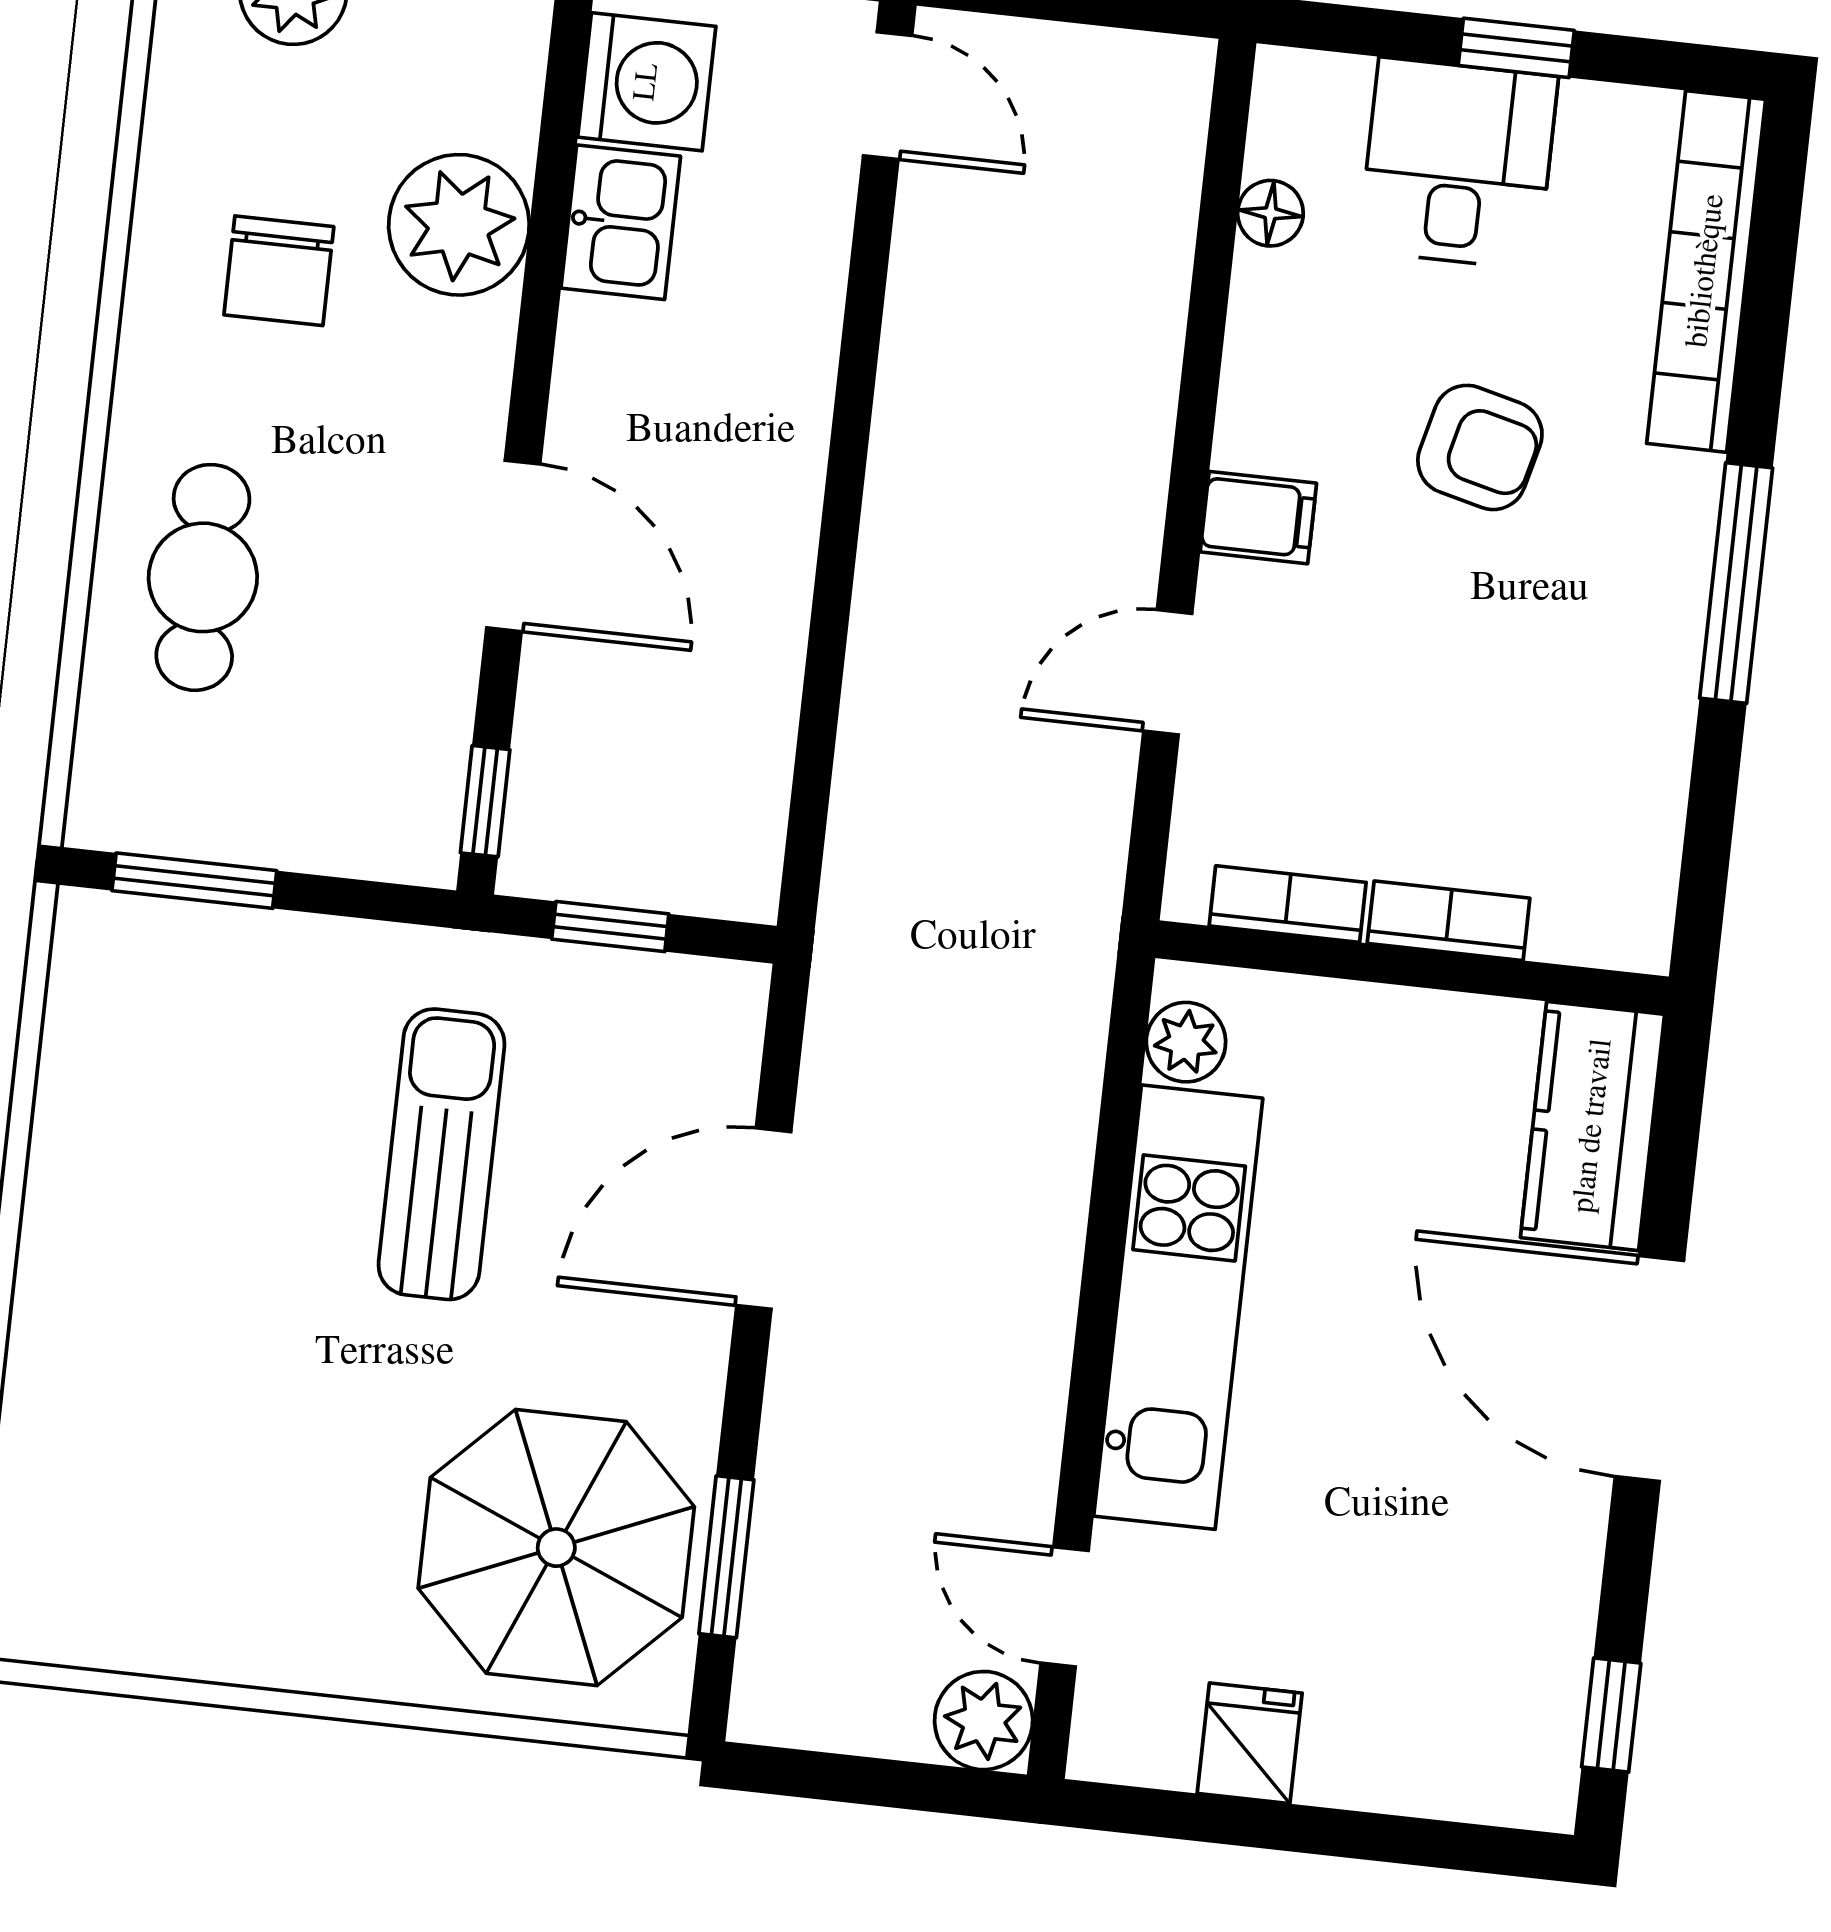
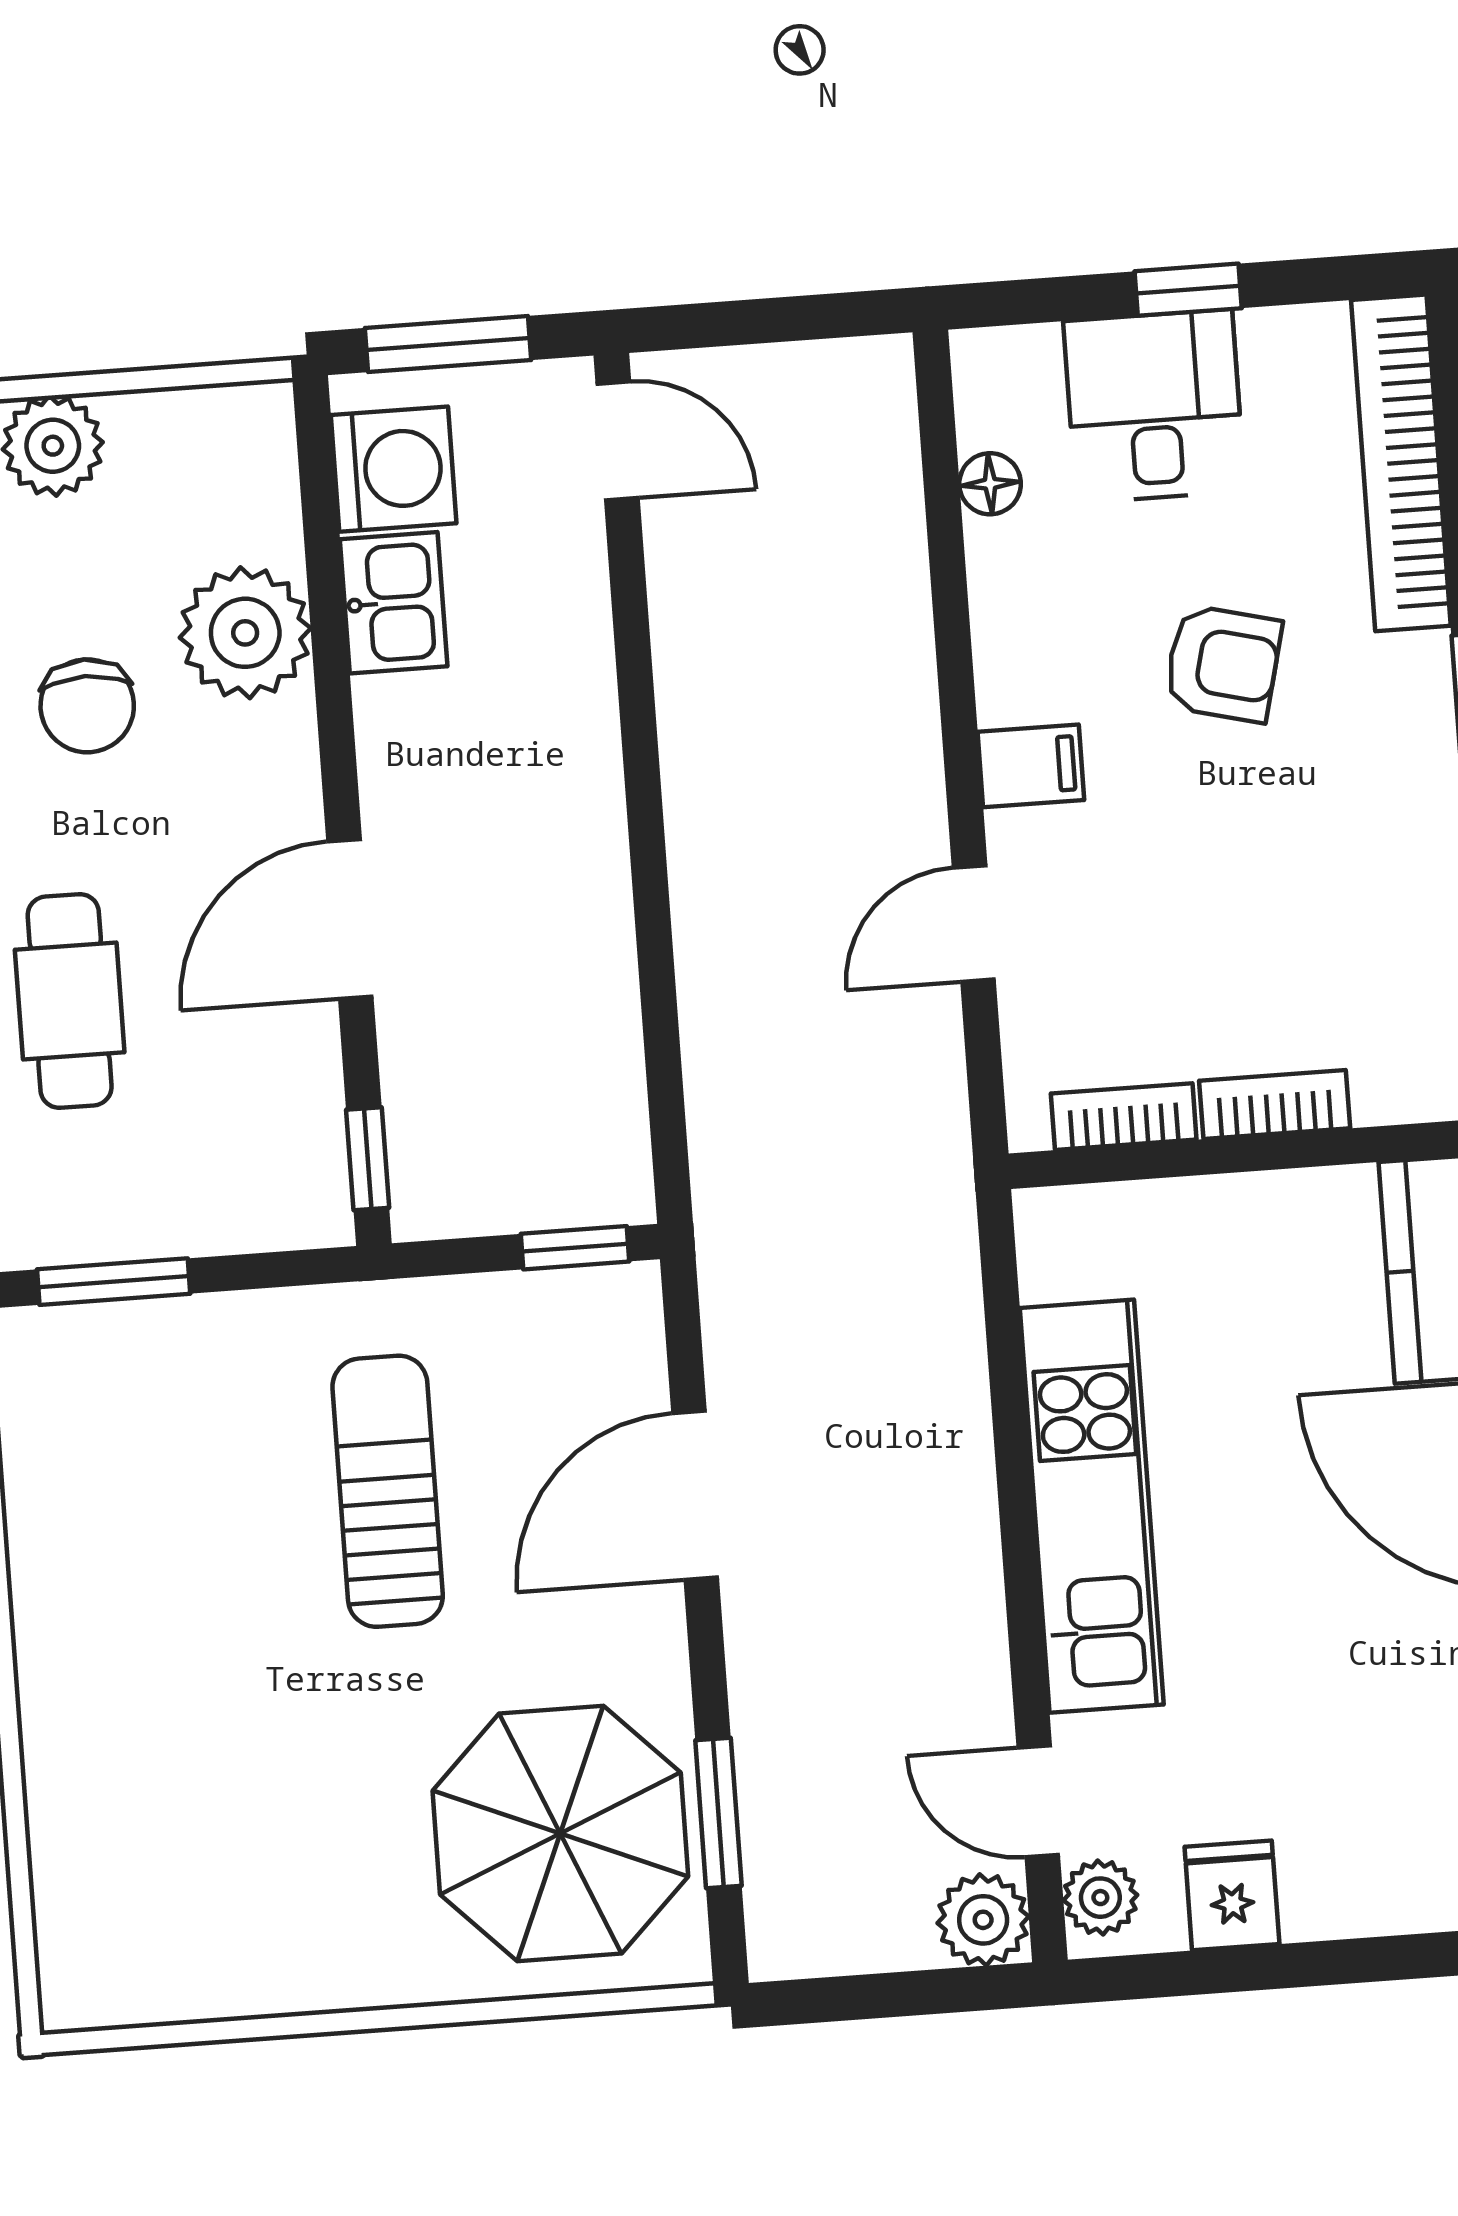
door: (513, 546) -> (350, 919), swing flipped
window: (610, 927) -> (575, 1248), moved
plant: (1186, 1042) -> (1100, 1898), moved

